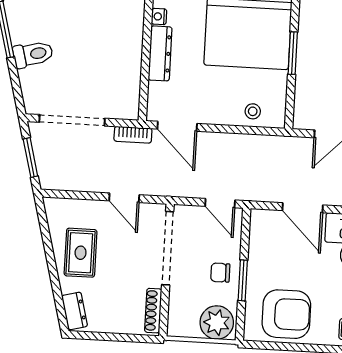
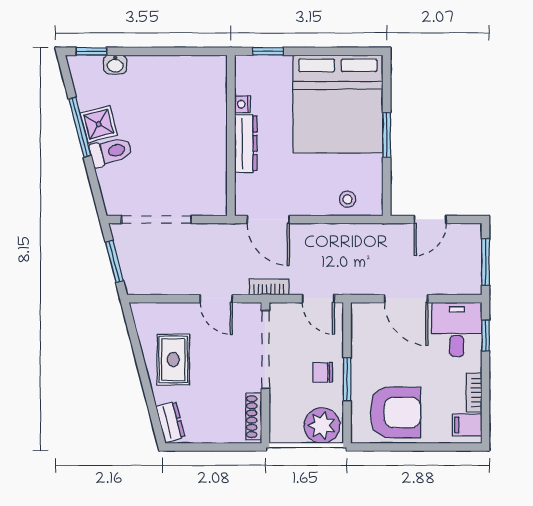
shower: (23, 28) -> (99, 124), added
bookcase: (133, 135) -> (269, 287), moved, turned 180

